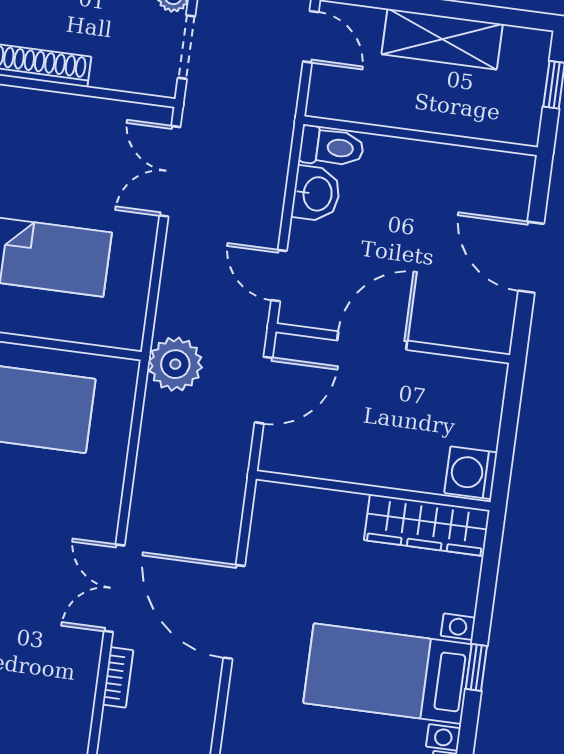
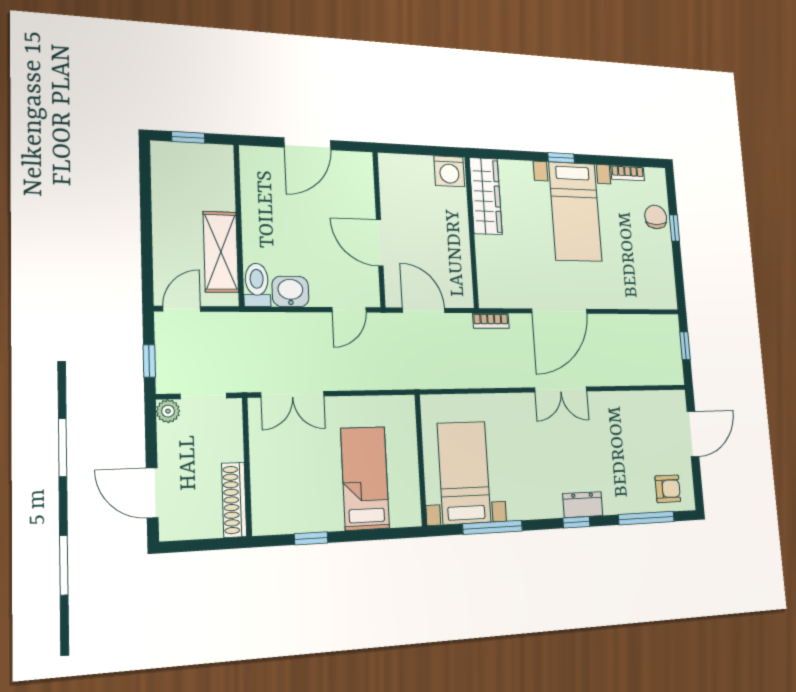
shelving: (442, 39) -> (221, 252), moved
plant: (175, 364) -> (418, 371), removed
bookcase: (118, 677) -> (491, 321), moved, turned 180

